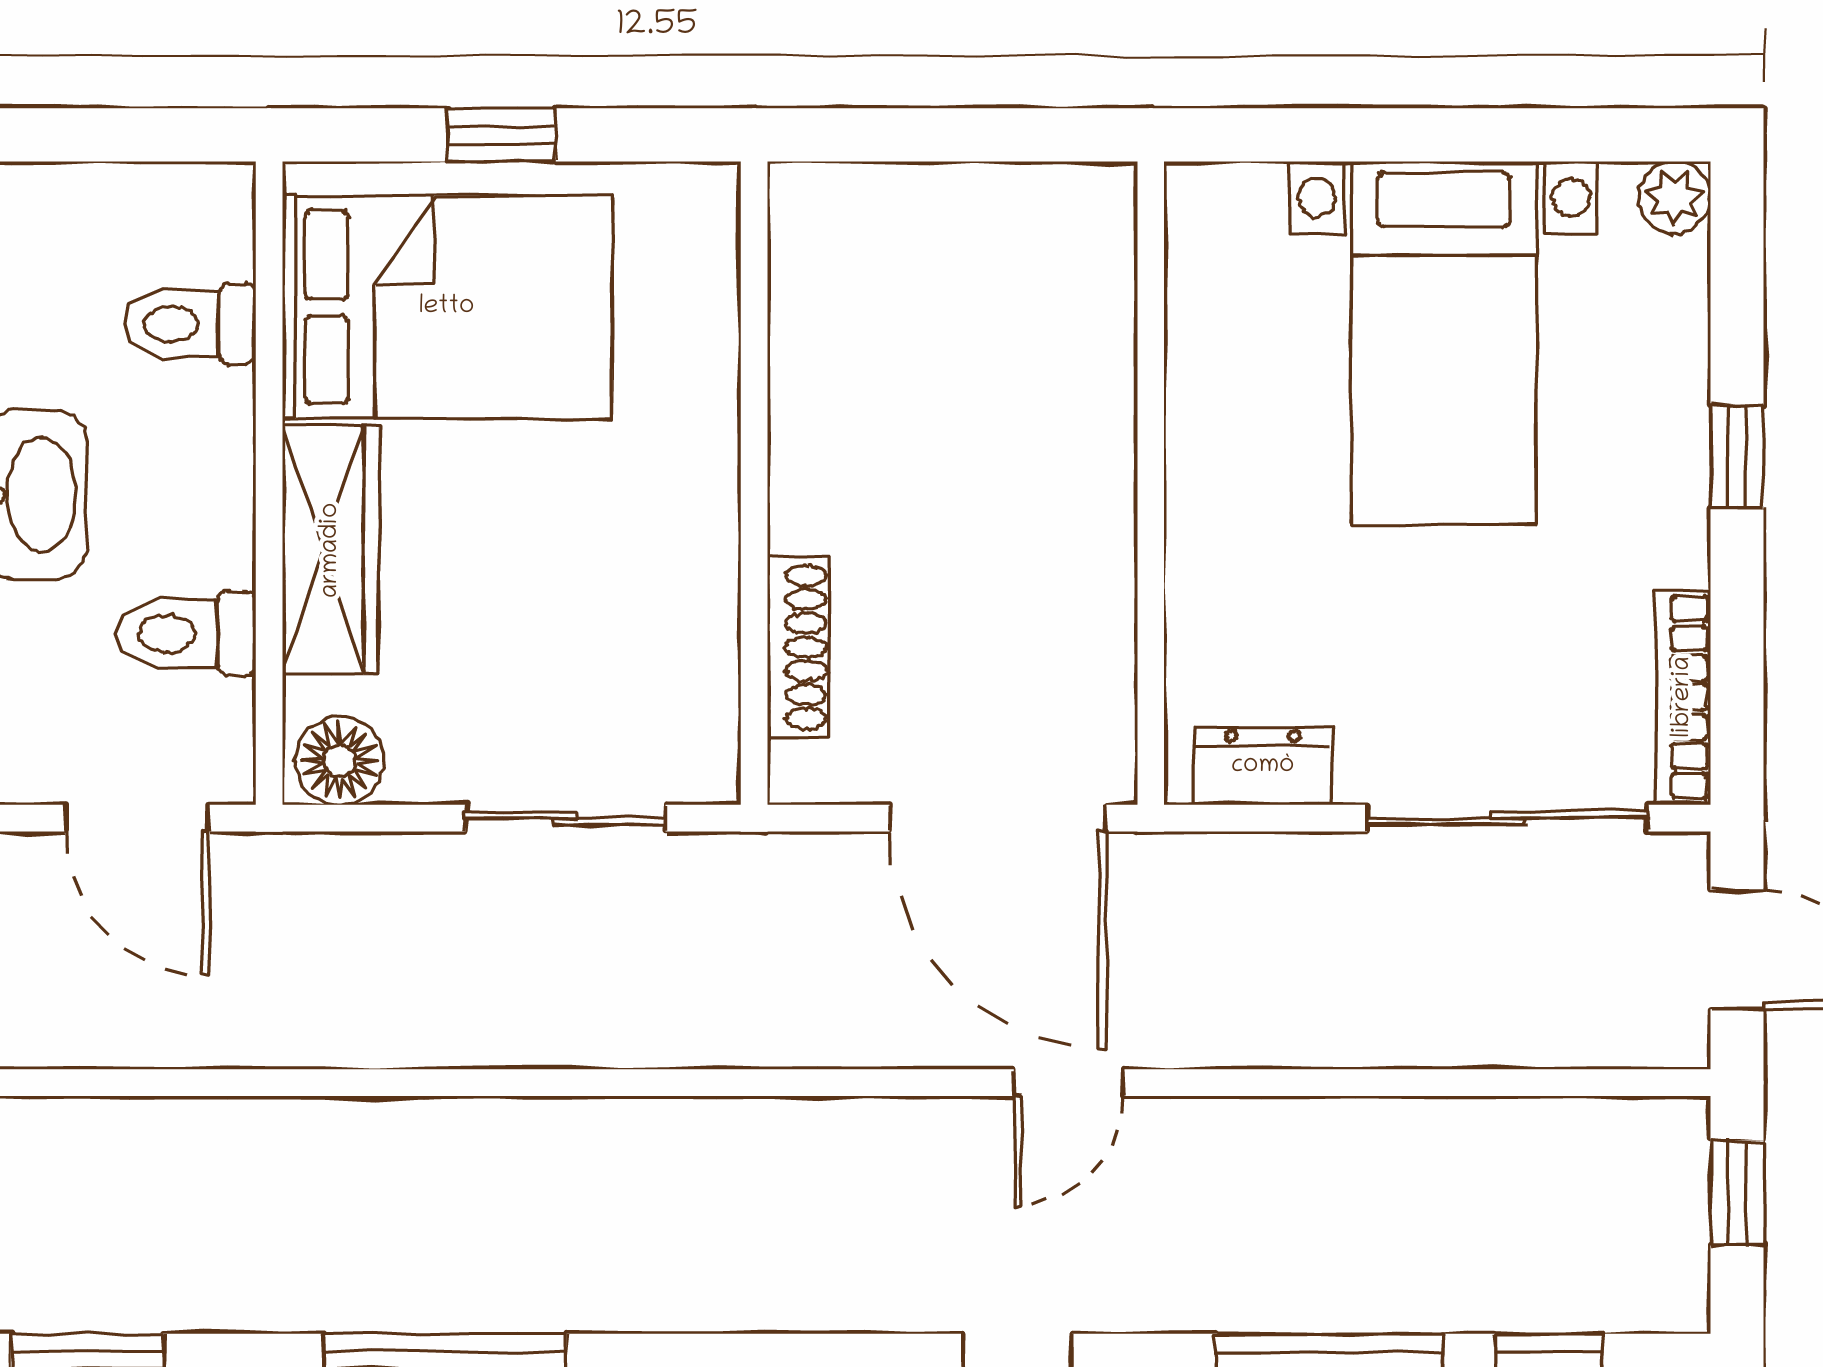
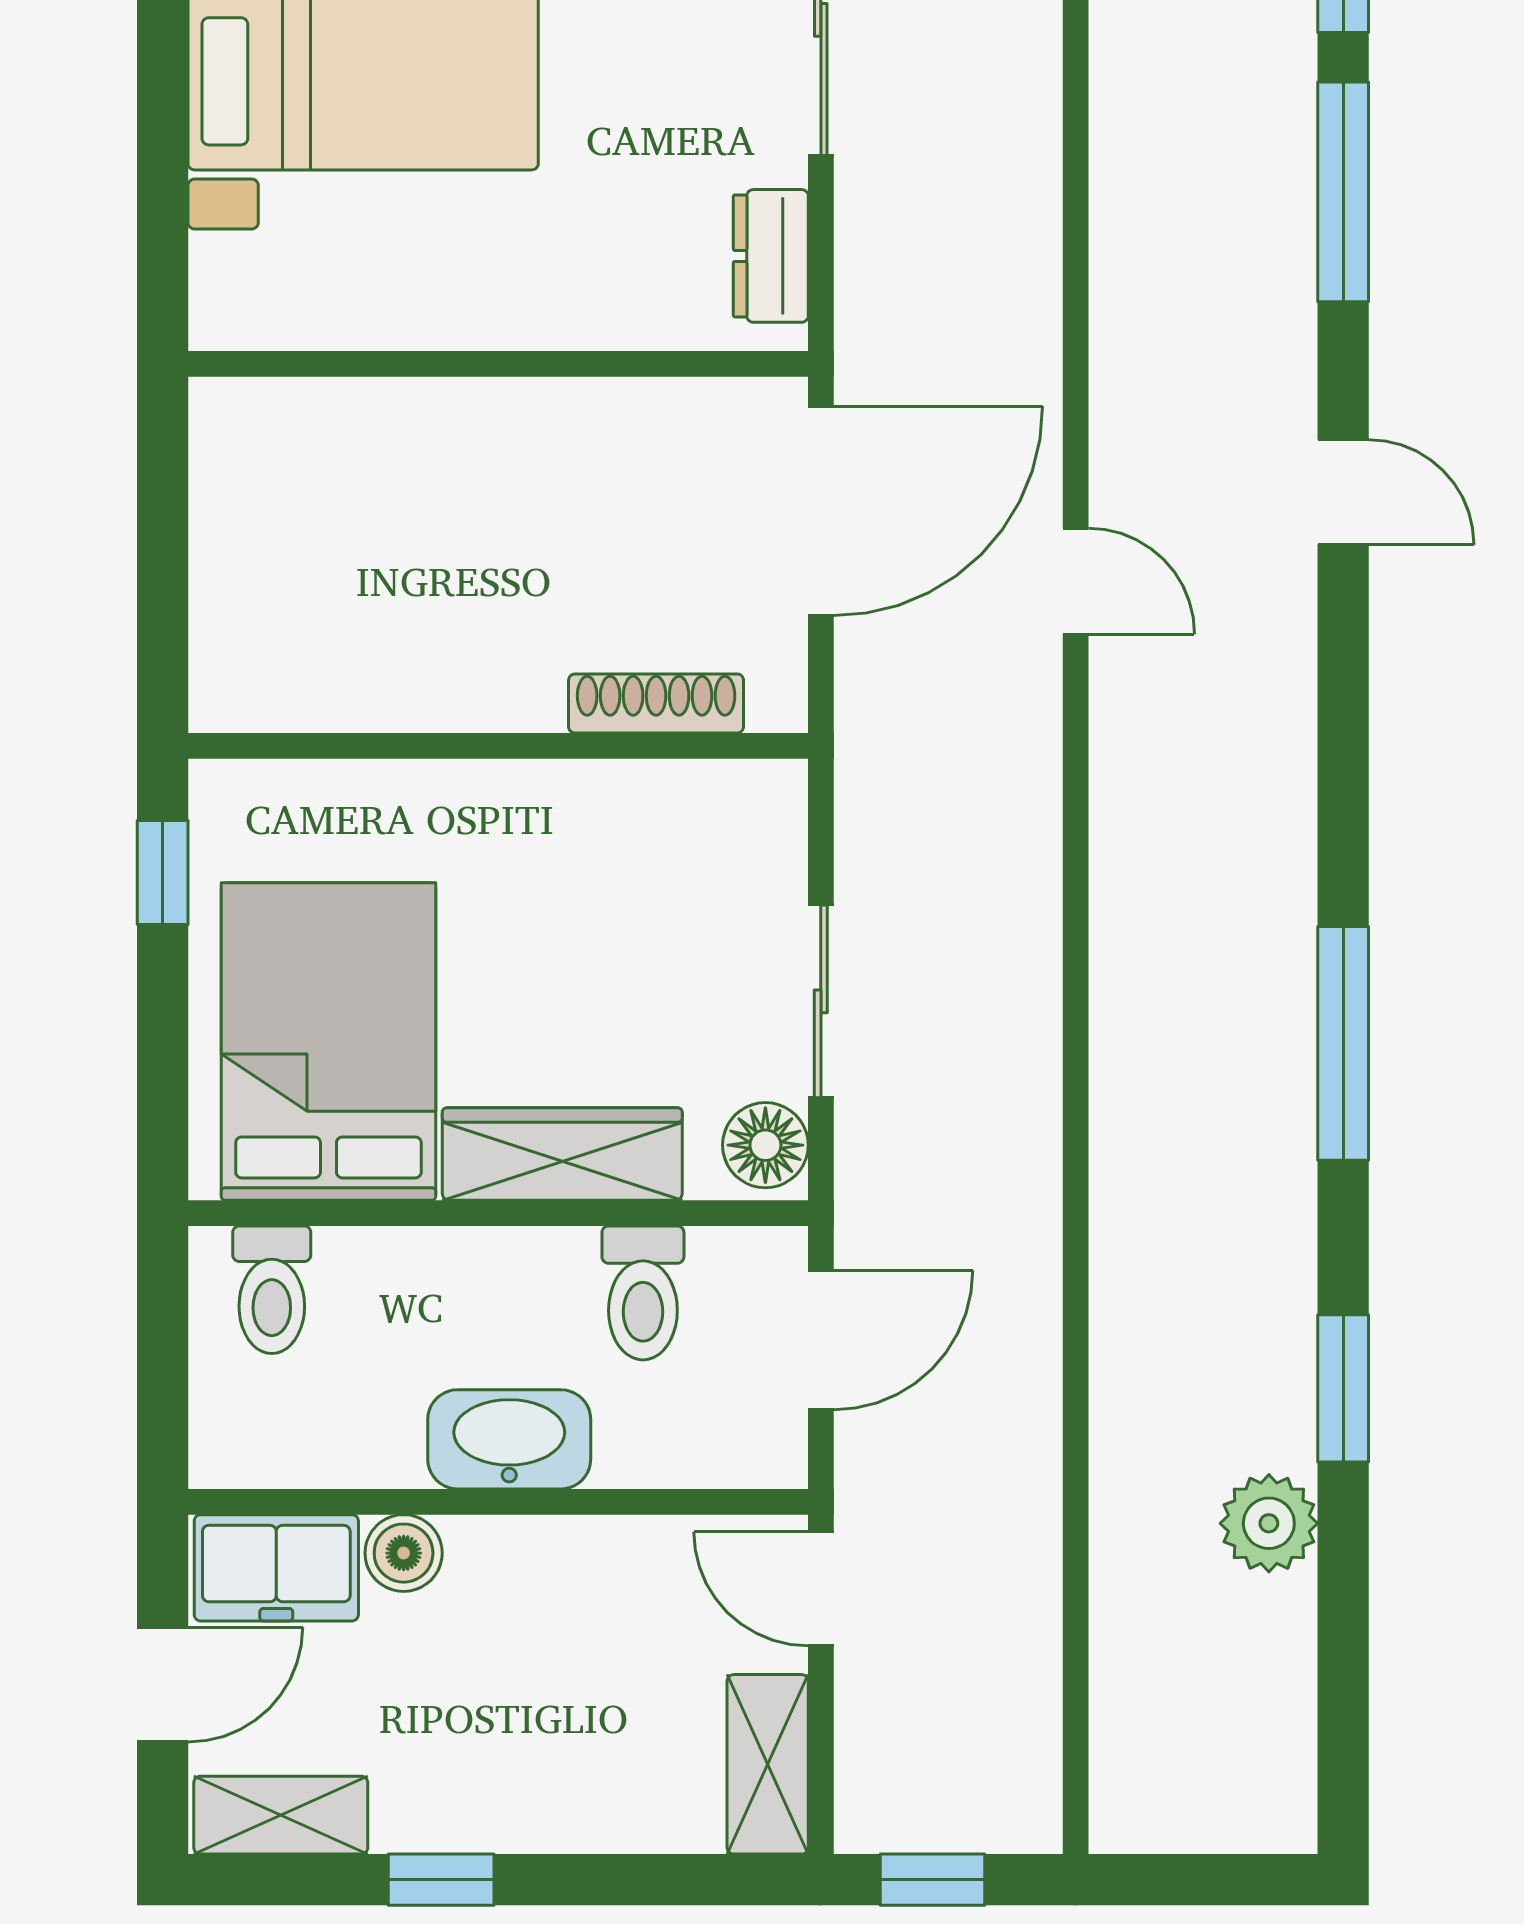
window: (501, 135) -> (163, 872), moved
toilet: (190, 324) -> (272, 1290), moved
sliding door: (566, 818) -> (821, 1001), moved
door: (1069, 1083) -> (1076, 581), moved

